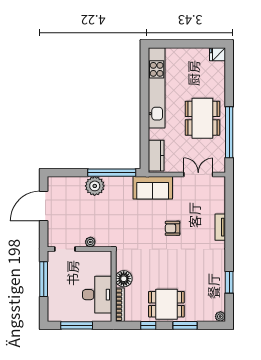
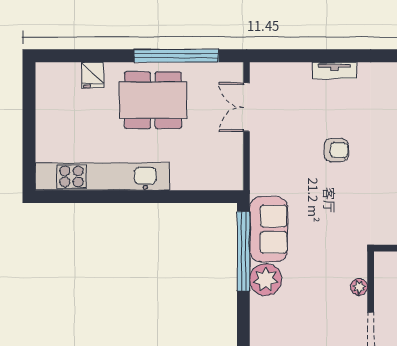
fridge: (217, 54) -> (93, 75), moved
kitchen counter: (156, 156) -> (215, 177), removed
sofa: (153, 188) -> (269, 229), moved
armchair: (173, 228) -> (336, 150), turned -89

